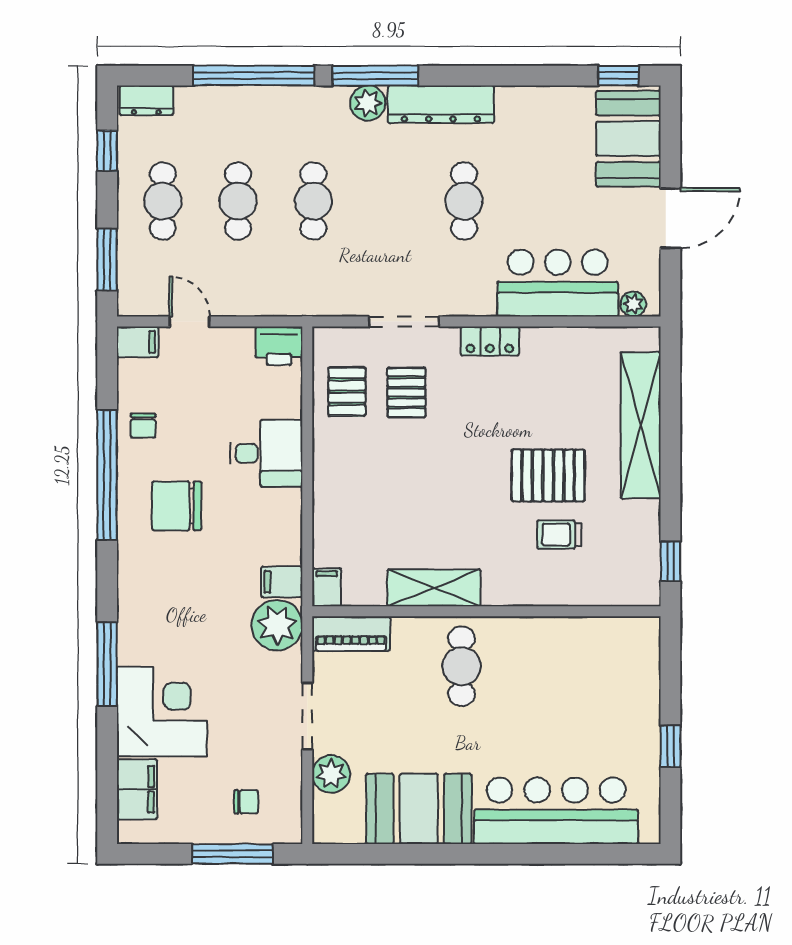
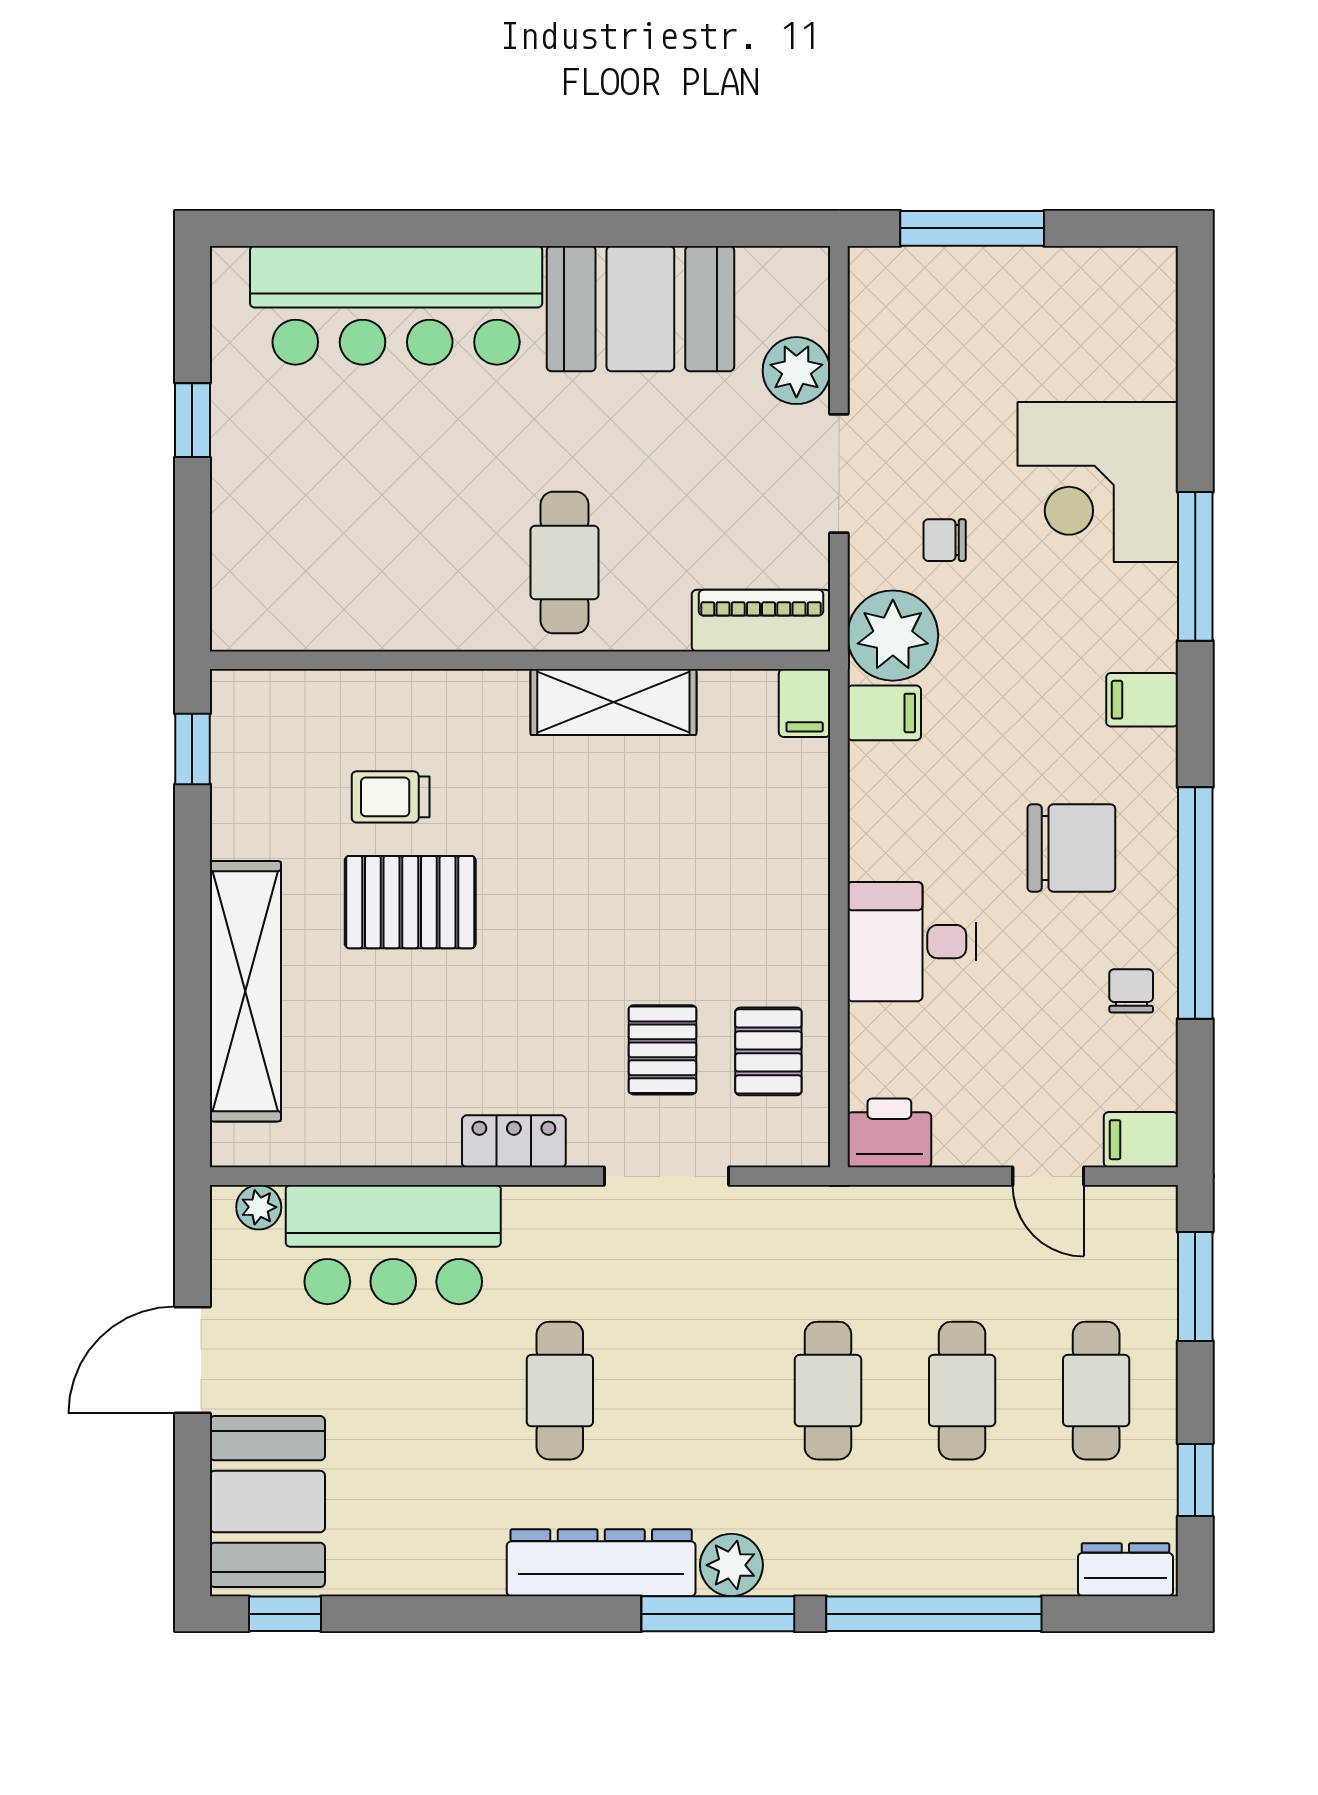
trolley: (559, 535) -> (391, 797), turned 180
filing cabinet: (137, 789) -> (1142, 700), moved, width x0.50
chair: (246, 802) -> (945, 540), moved

